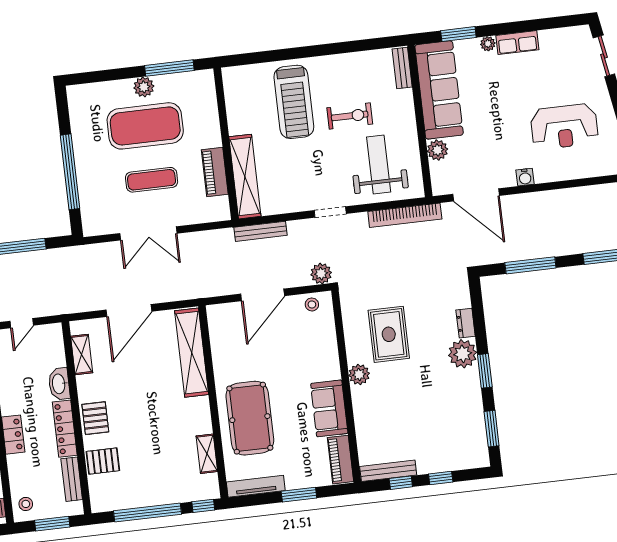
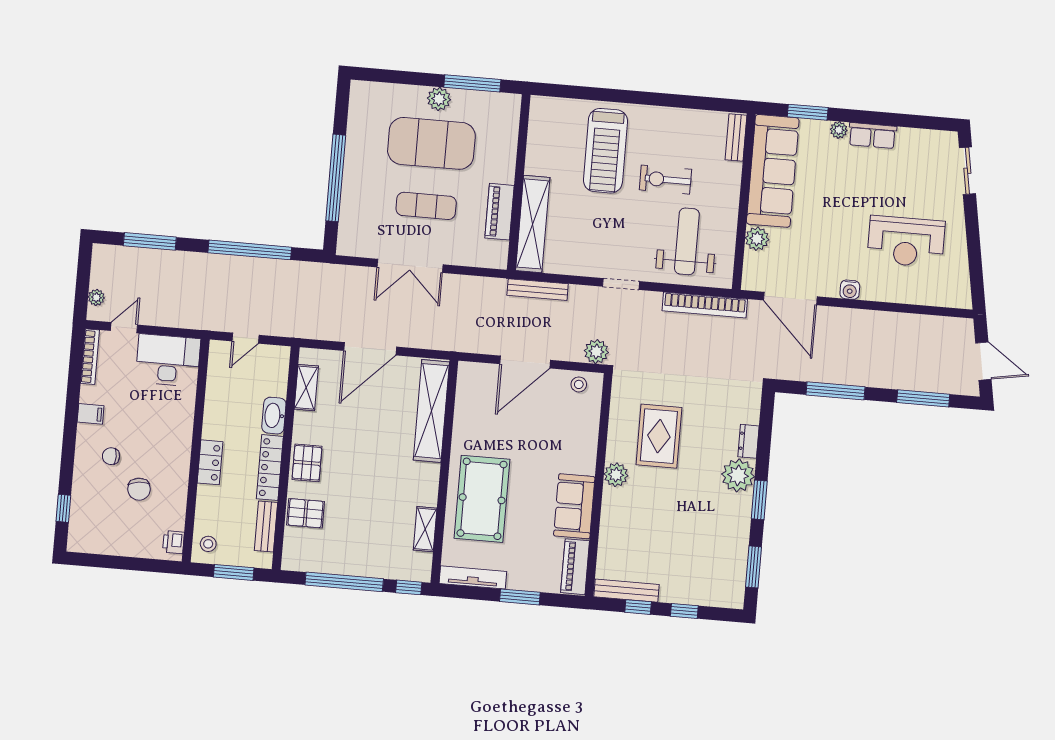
exercise bike: (350, 116) -> (665, 180), turned 180

